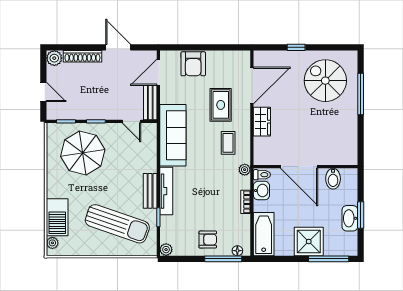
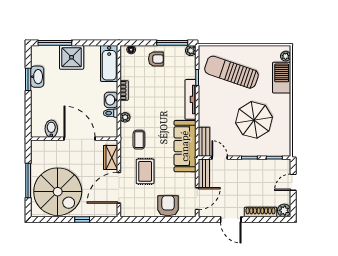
spiral stairs: (325, 81) -> (58, 192), width x1.37, depth x1.37
door: (43, 92) -> (293, 182), hinge flipped
parasol: (83, 153) -> (254, 120), moved
door: (299, 167) -> (80, 139), moved
wall: (306, 167) -> (74, 139), moved
bidet: (333, 179) -> (51, 129), moved
bench: (150, 191) -> (204, 142), moved
armchair: (208, 240) -> (156, 59), turned 180
window: (223, 259) -> (172, 43), moved

